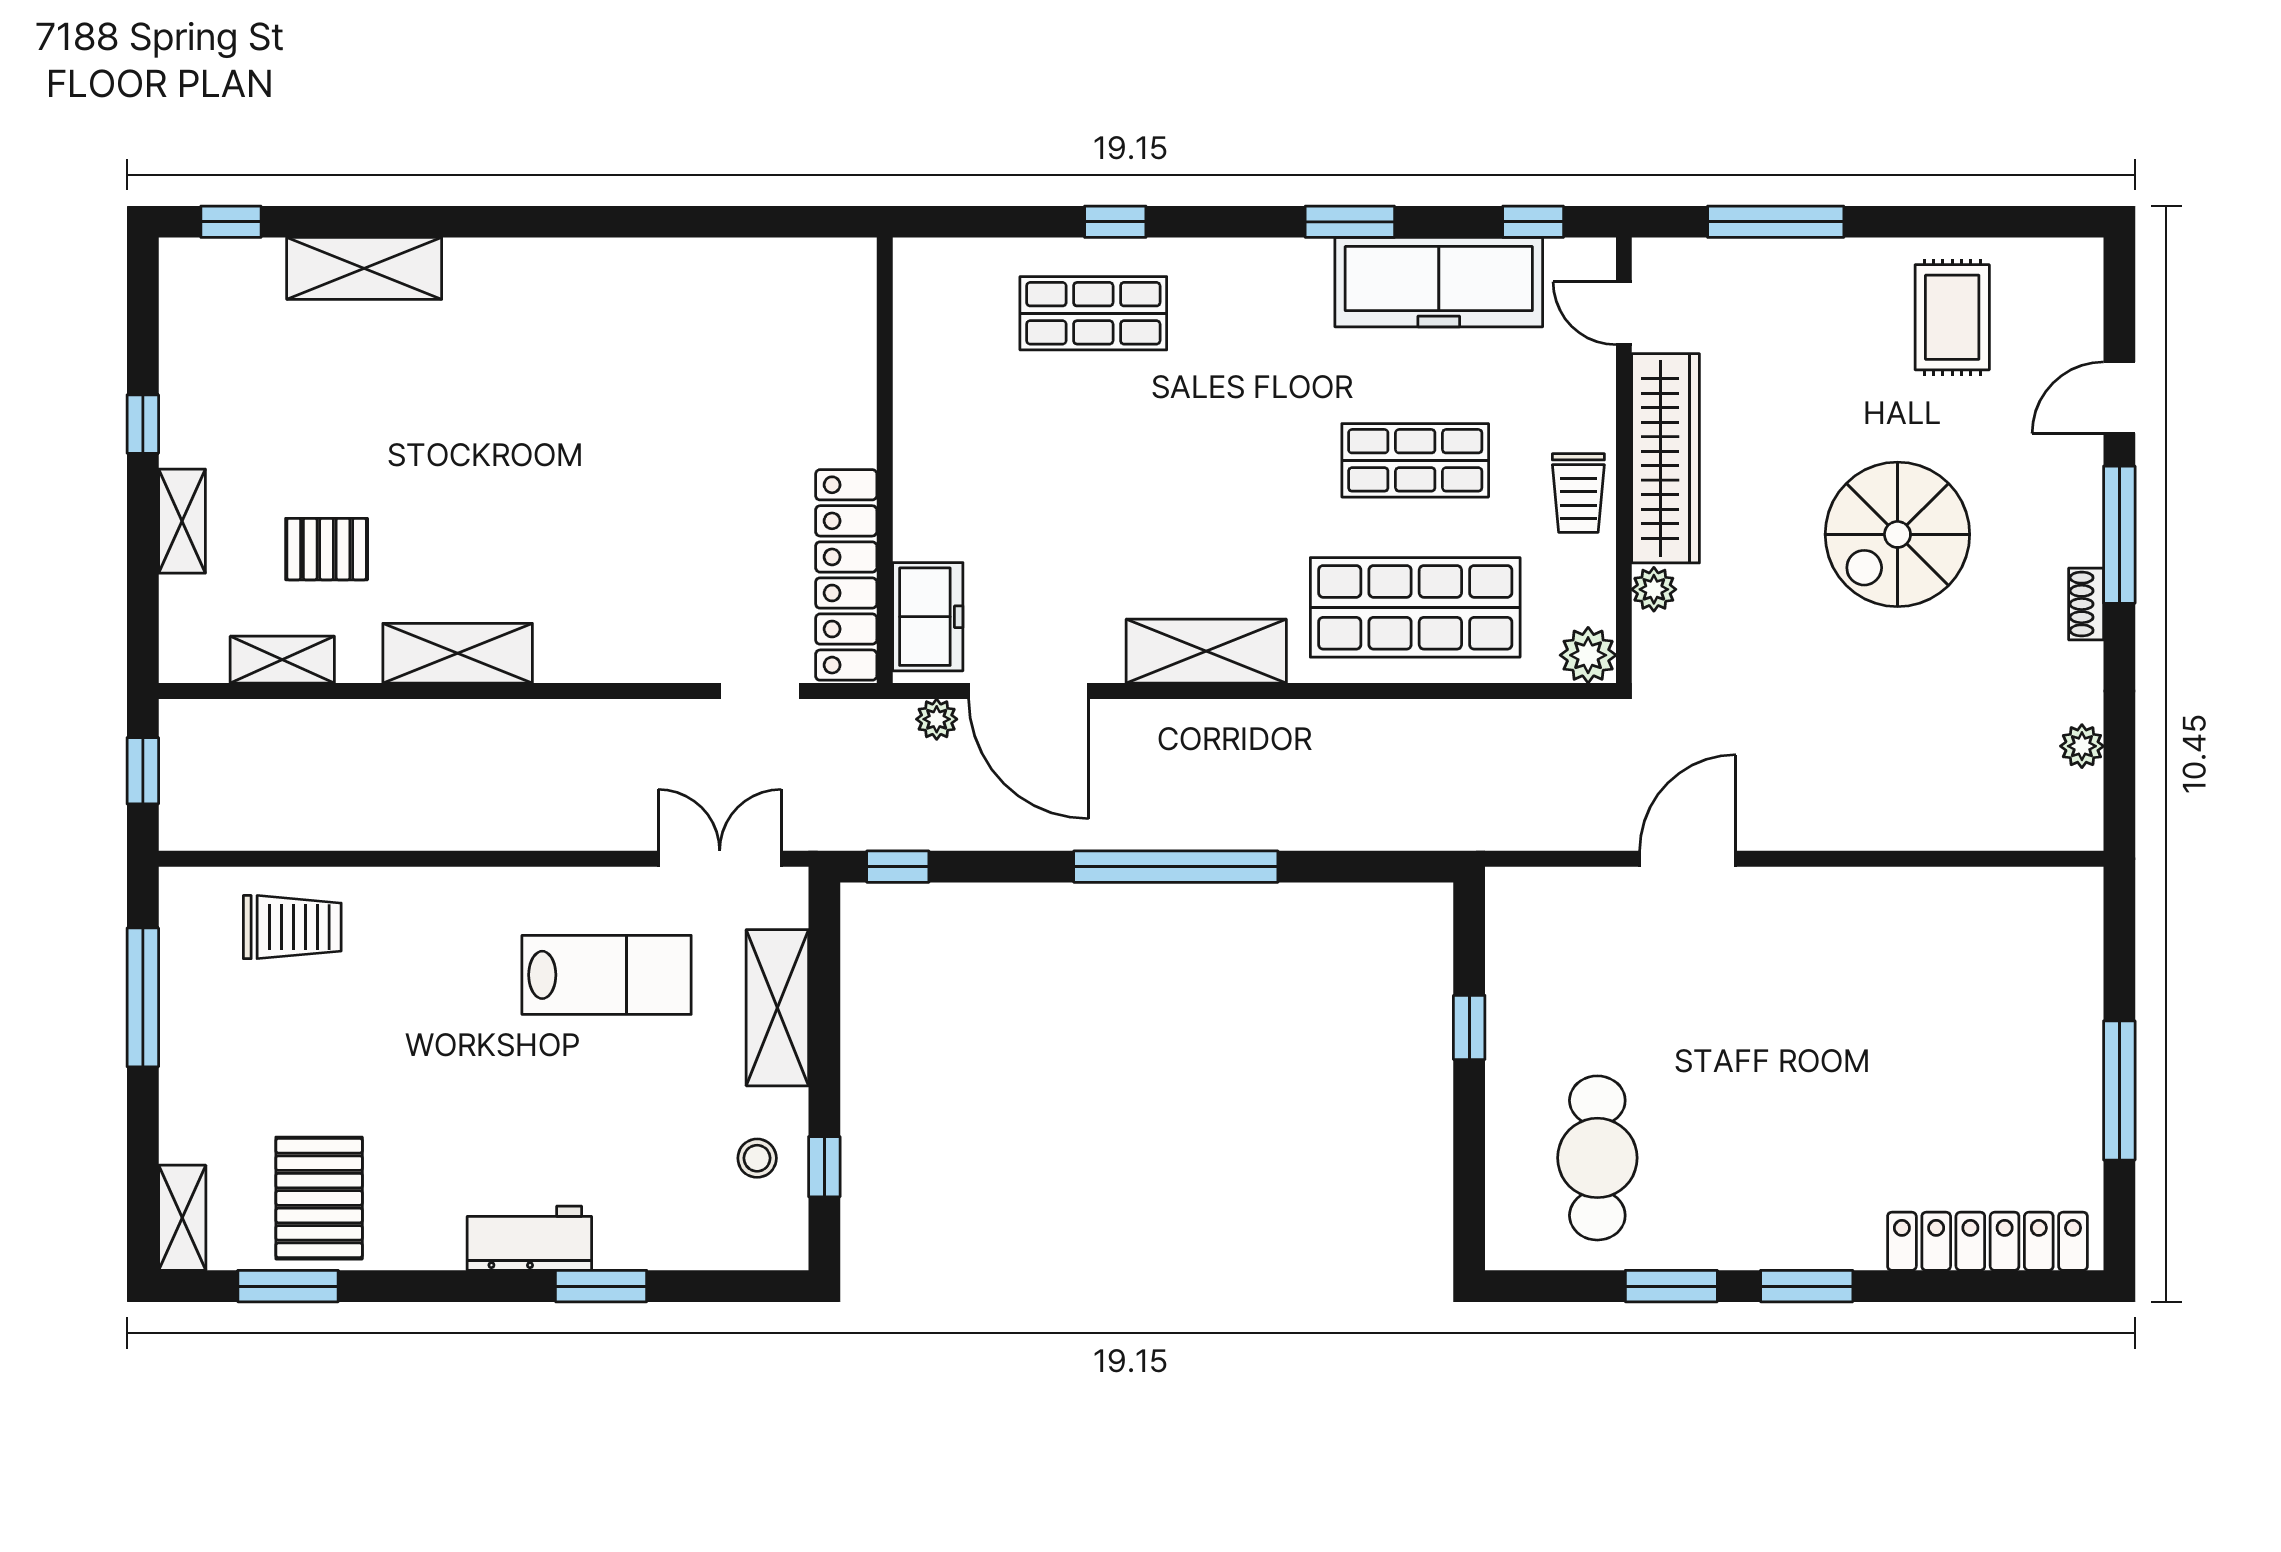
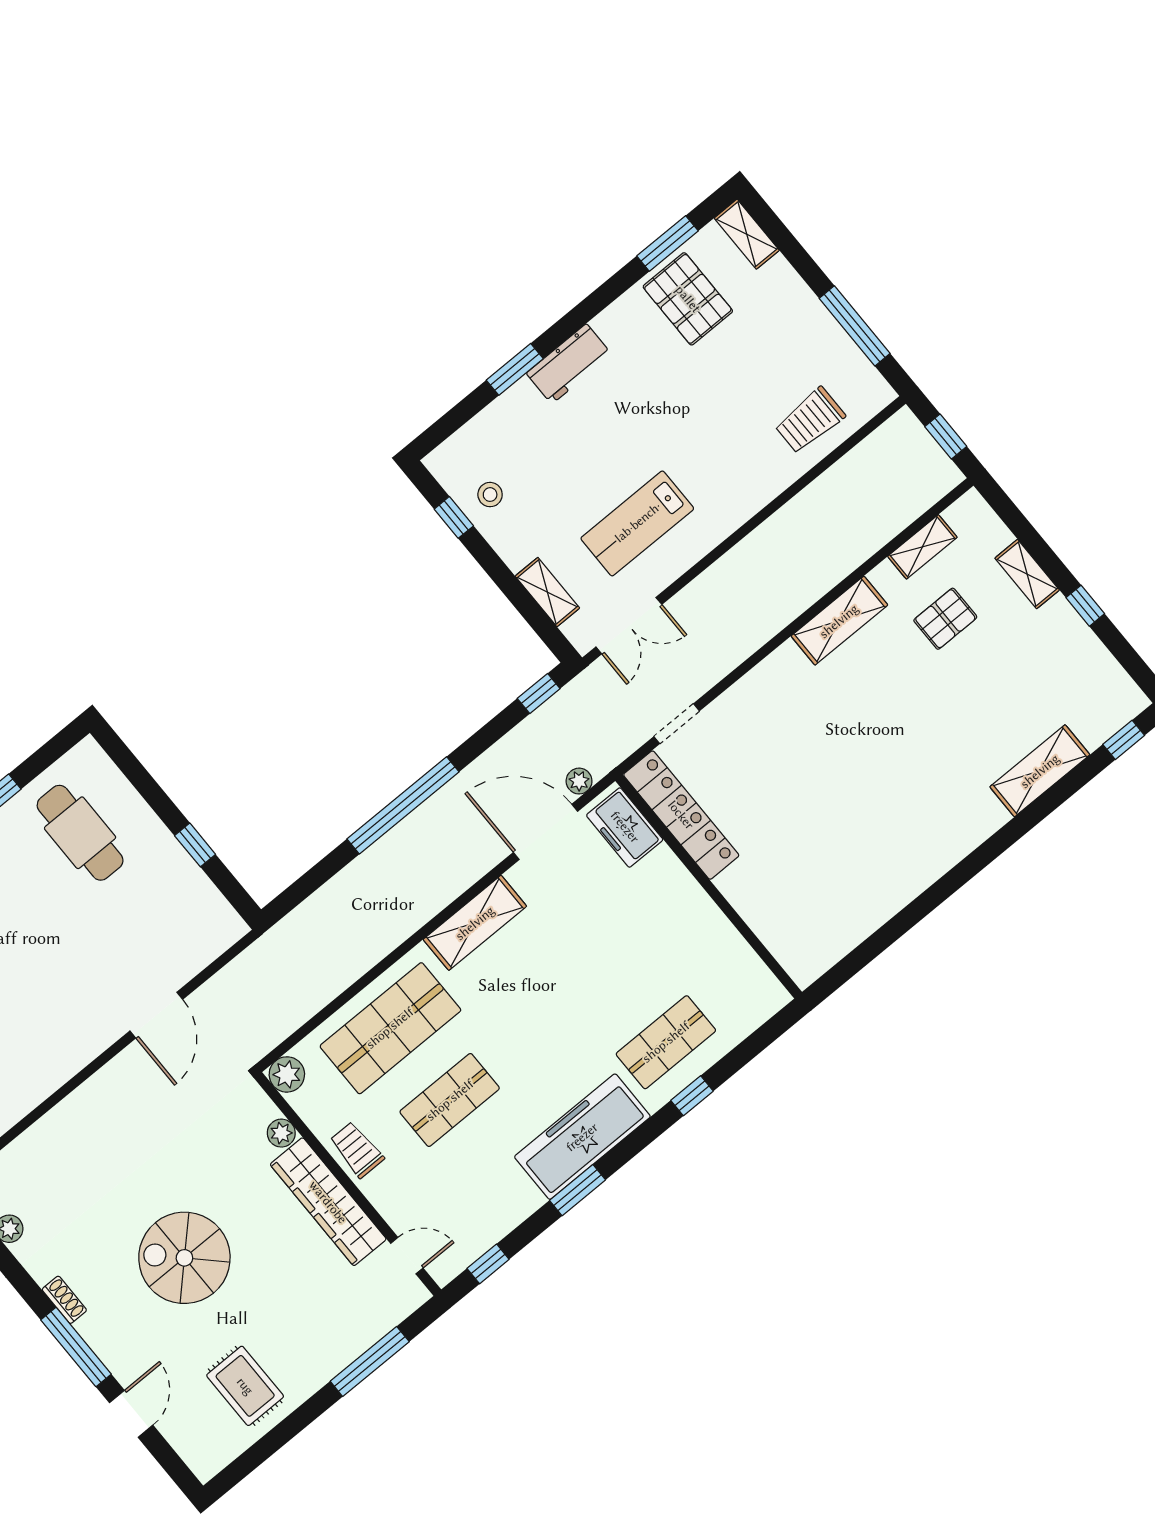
freezer: (1439, 282) -> (582, 1137), moved
spiral stairs: (1897, 534) -> (184, 1258), turned -90
shelving: (777, 1008) -> (547, 592), width x0.67, depth x0.75

